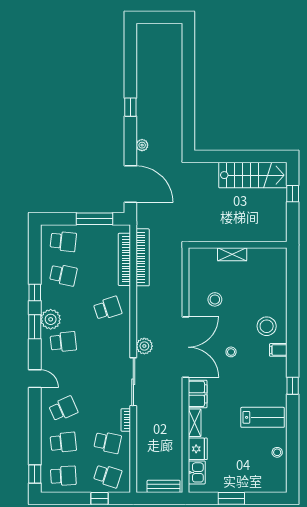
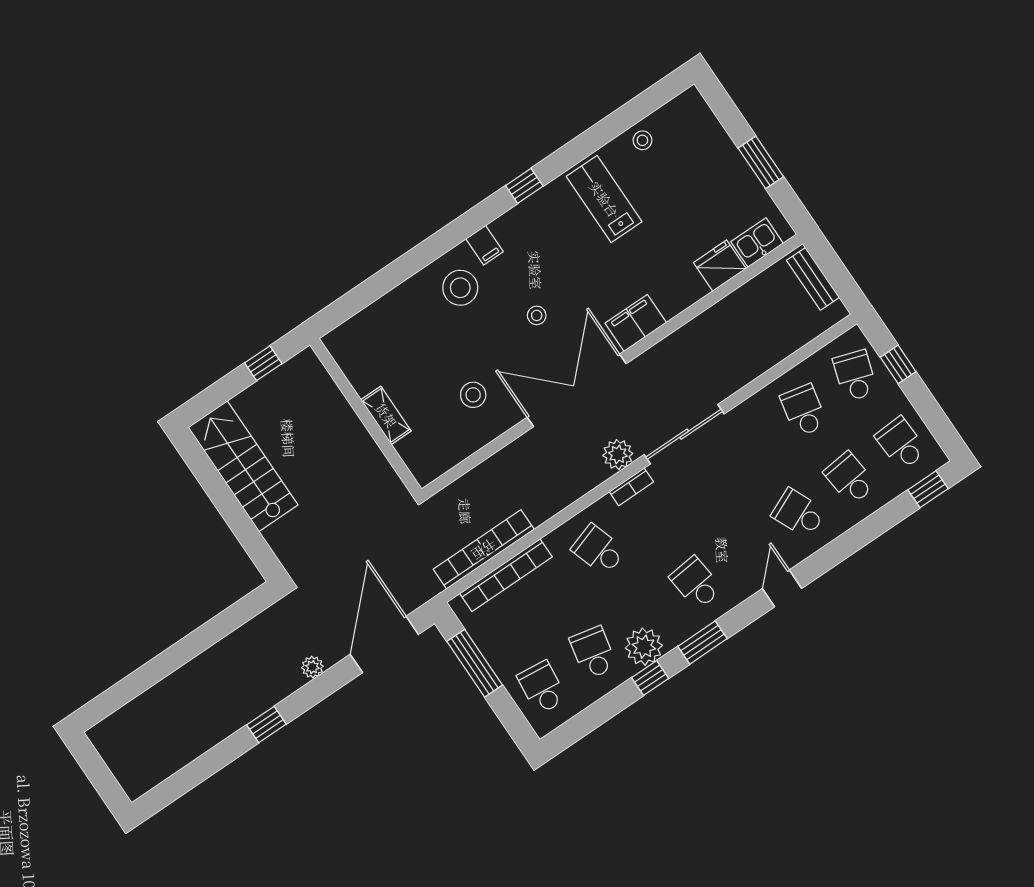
window: (293, 194) -> (263, 363), moved
plant: (51, 319) -> (644, 647), moved
bookcase: (126, 420) -> (631, 487), moved
shelving: (195, 423) -> (683, 297), removed

